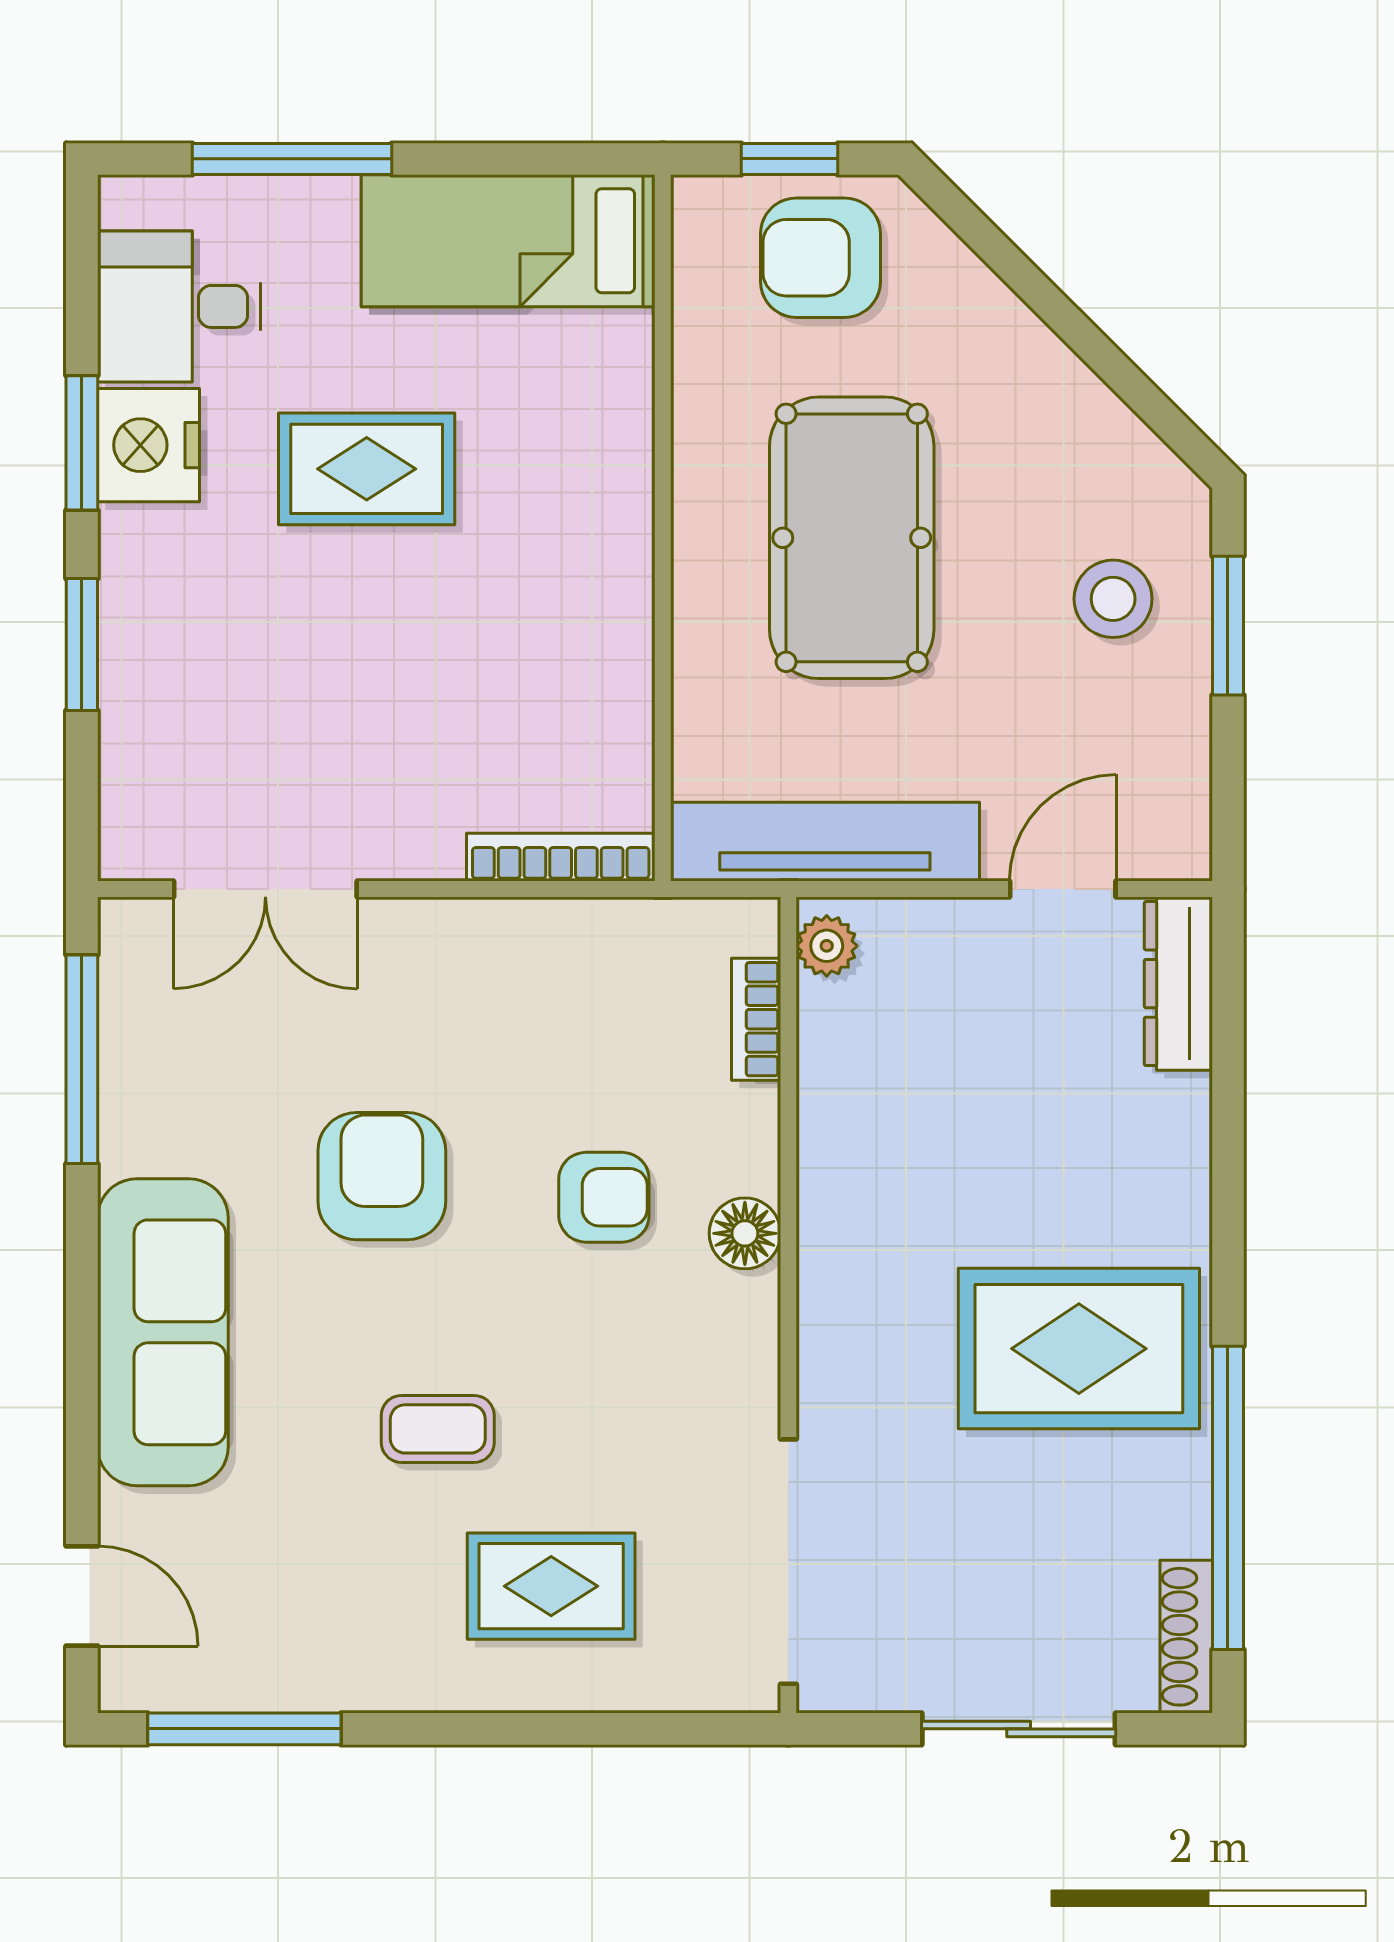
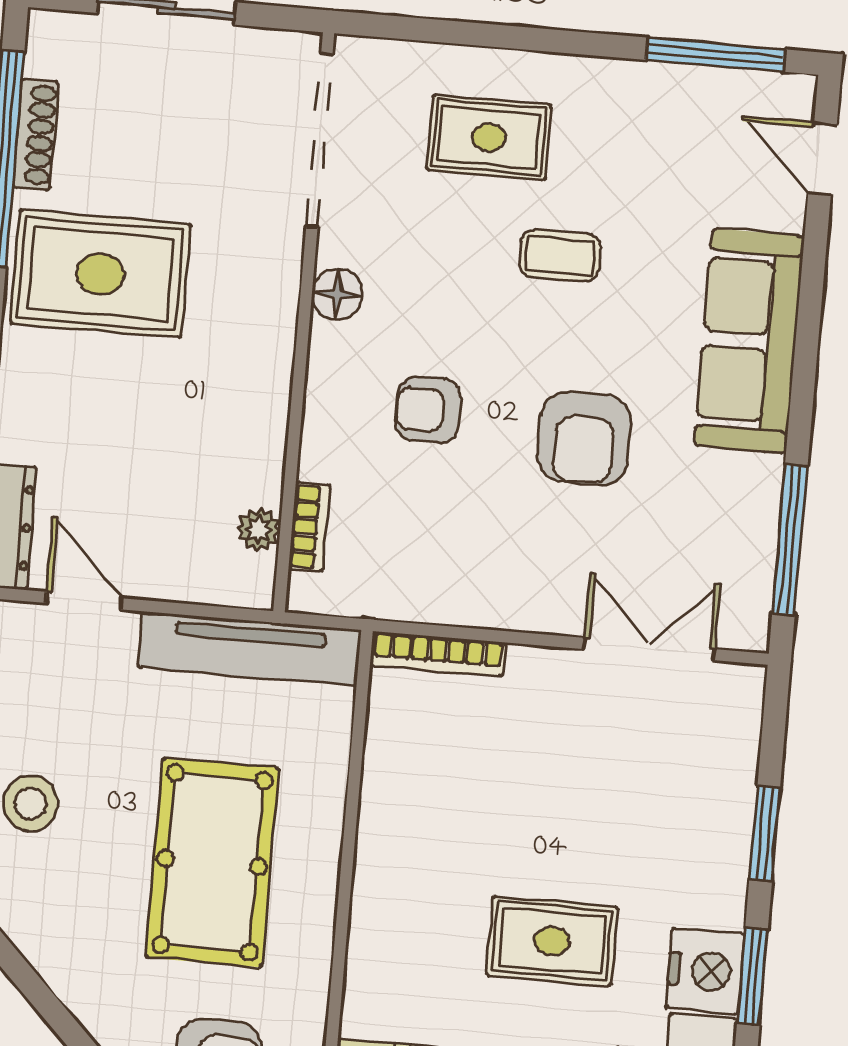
door: (1063, 889) -> (84, 601), swing flipped
plant: (827, 946) -> (259, 530), moved
floor lamp: (745, 1233) -> (337, 294), moved
shoe rack: (1186, 1637) -> (36, 135), moved

